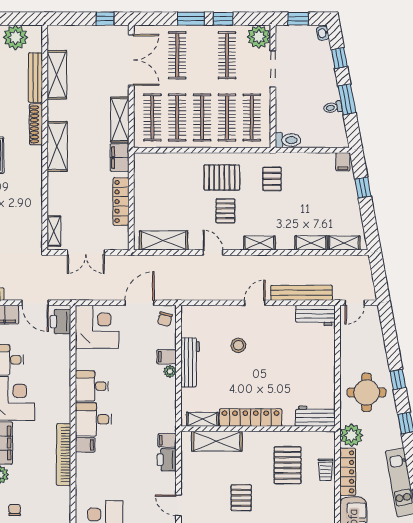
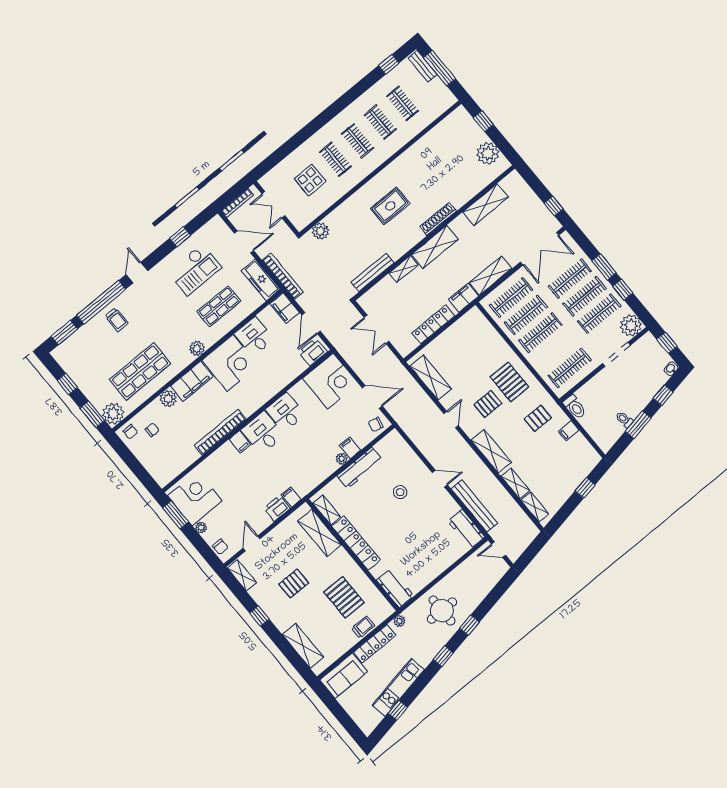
bench: (35, 78) -> (373, 272), moved
clothes rail: (227, 117) -> (584, 296), moved
filing cabinet: (343, 162) -> (569, 431), moved
shelving: (54, 231) -> (403, 269), moved
shelving: (259, 243) -> (491, 451), width x1.50, depth x1.33
plant: (351, 435) -> (399, 621), width x0.53, depth x0.53
pallet: (288, 465) -> (344, 597), turned 90
trolley: (326, 470) -> (363, 627), turned 180

